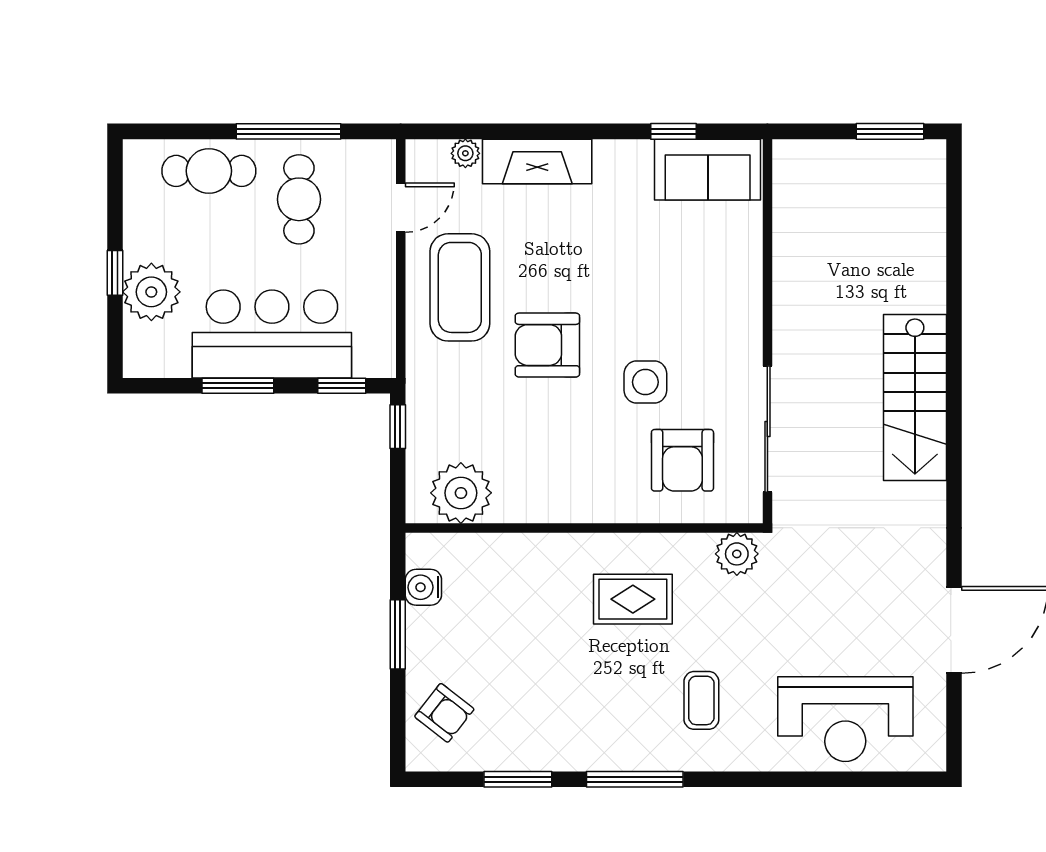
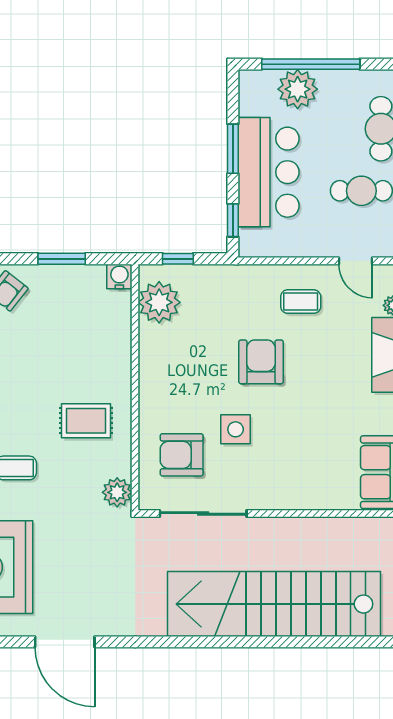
window: (115, 273) -> (311, 64), width x3.17
coffee table: (460, 287) -> (301, 302), width x0.54, depth x0.58
stairs: (915, 398) -> (274, 604), width x1.86, depth x1.51
window: (398, 427) -> (178, 259), moved
water cooler: (423, 587) -> (119, 276), moved
rug: (633, 599) -> (86, 421), turned 90

